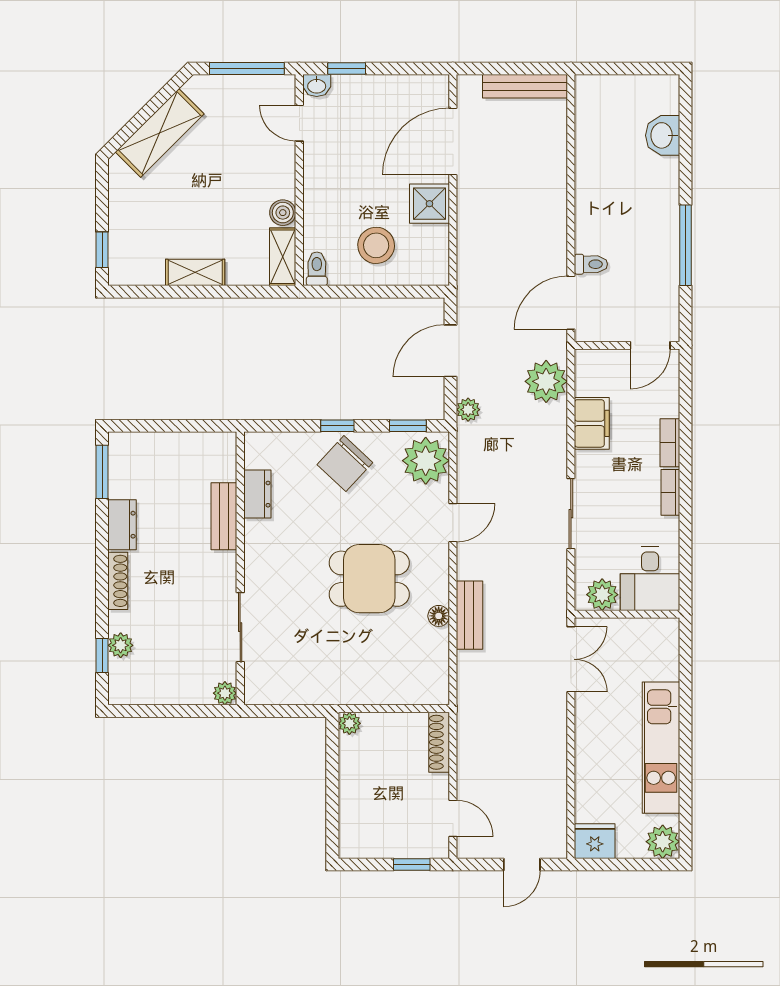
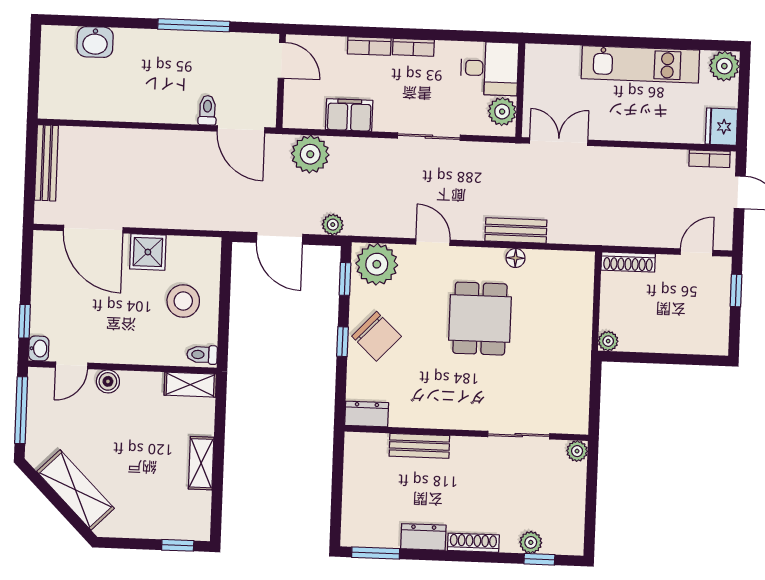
boiler: (283, 213) -> (108, 381), moved
dresser: (257, 494) -> (367, 414), moved
bookcase: (558, 829) -> (709, 159), added

